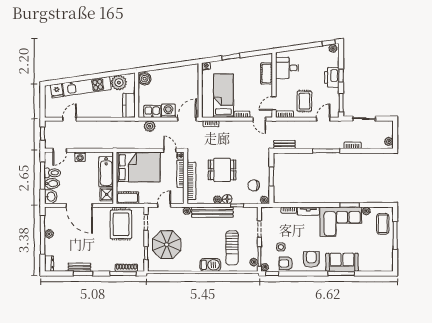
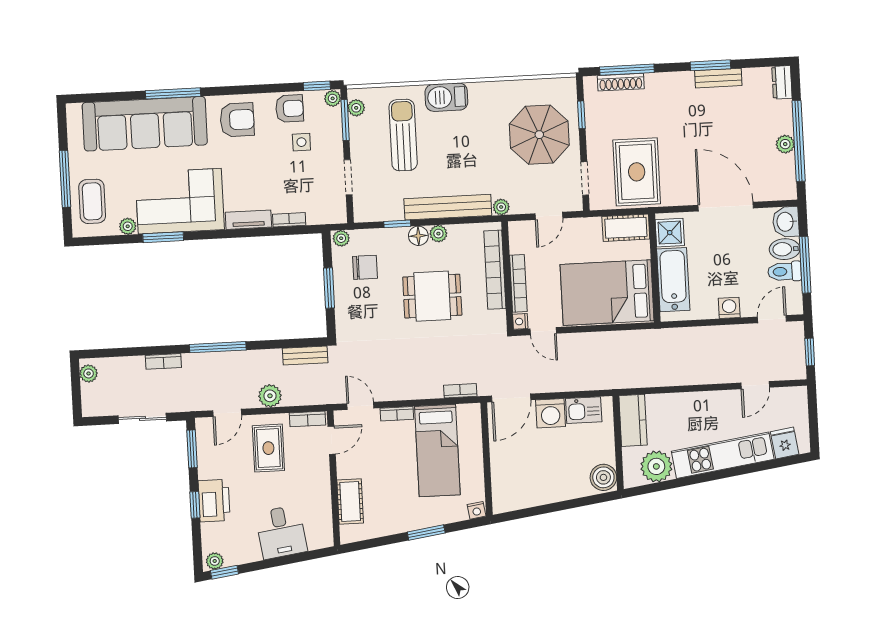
desk: (287, 68) -> (281, 532), moved, turned 82
plant: (150, 126) -> (270, 396), moved
armchair: (311, 259) -> (237, 120), turned -90
sofa: (342, 262) -> (145, 124), width x1.85, depth x1.27

